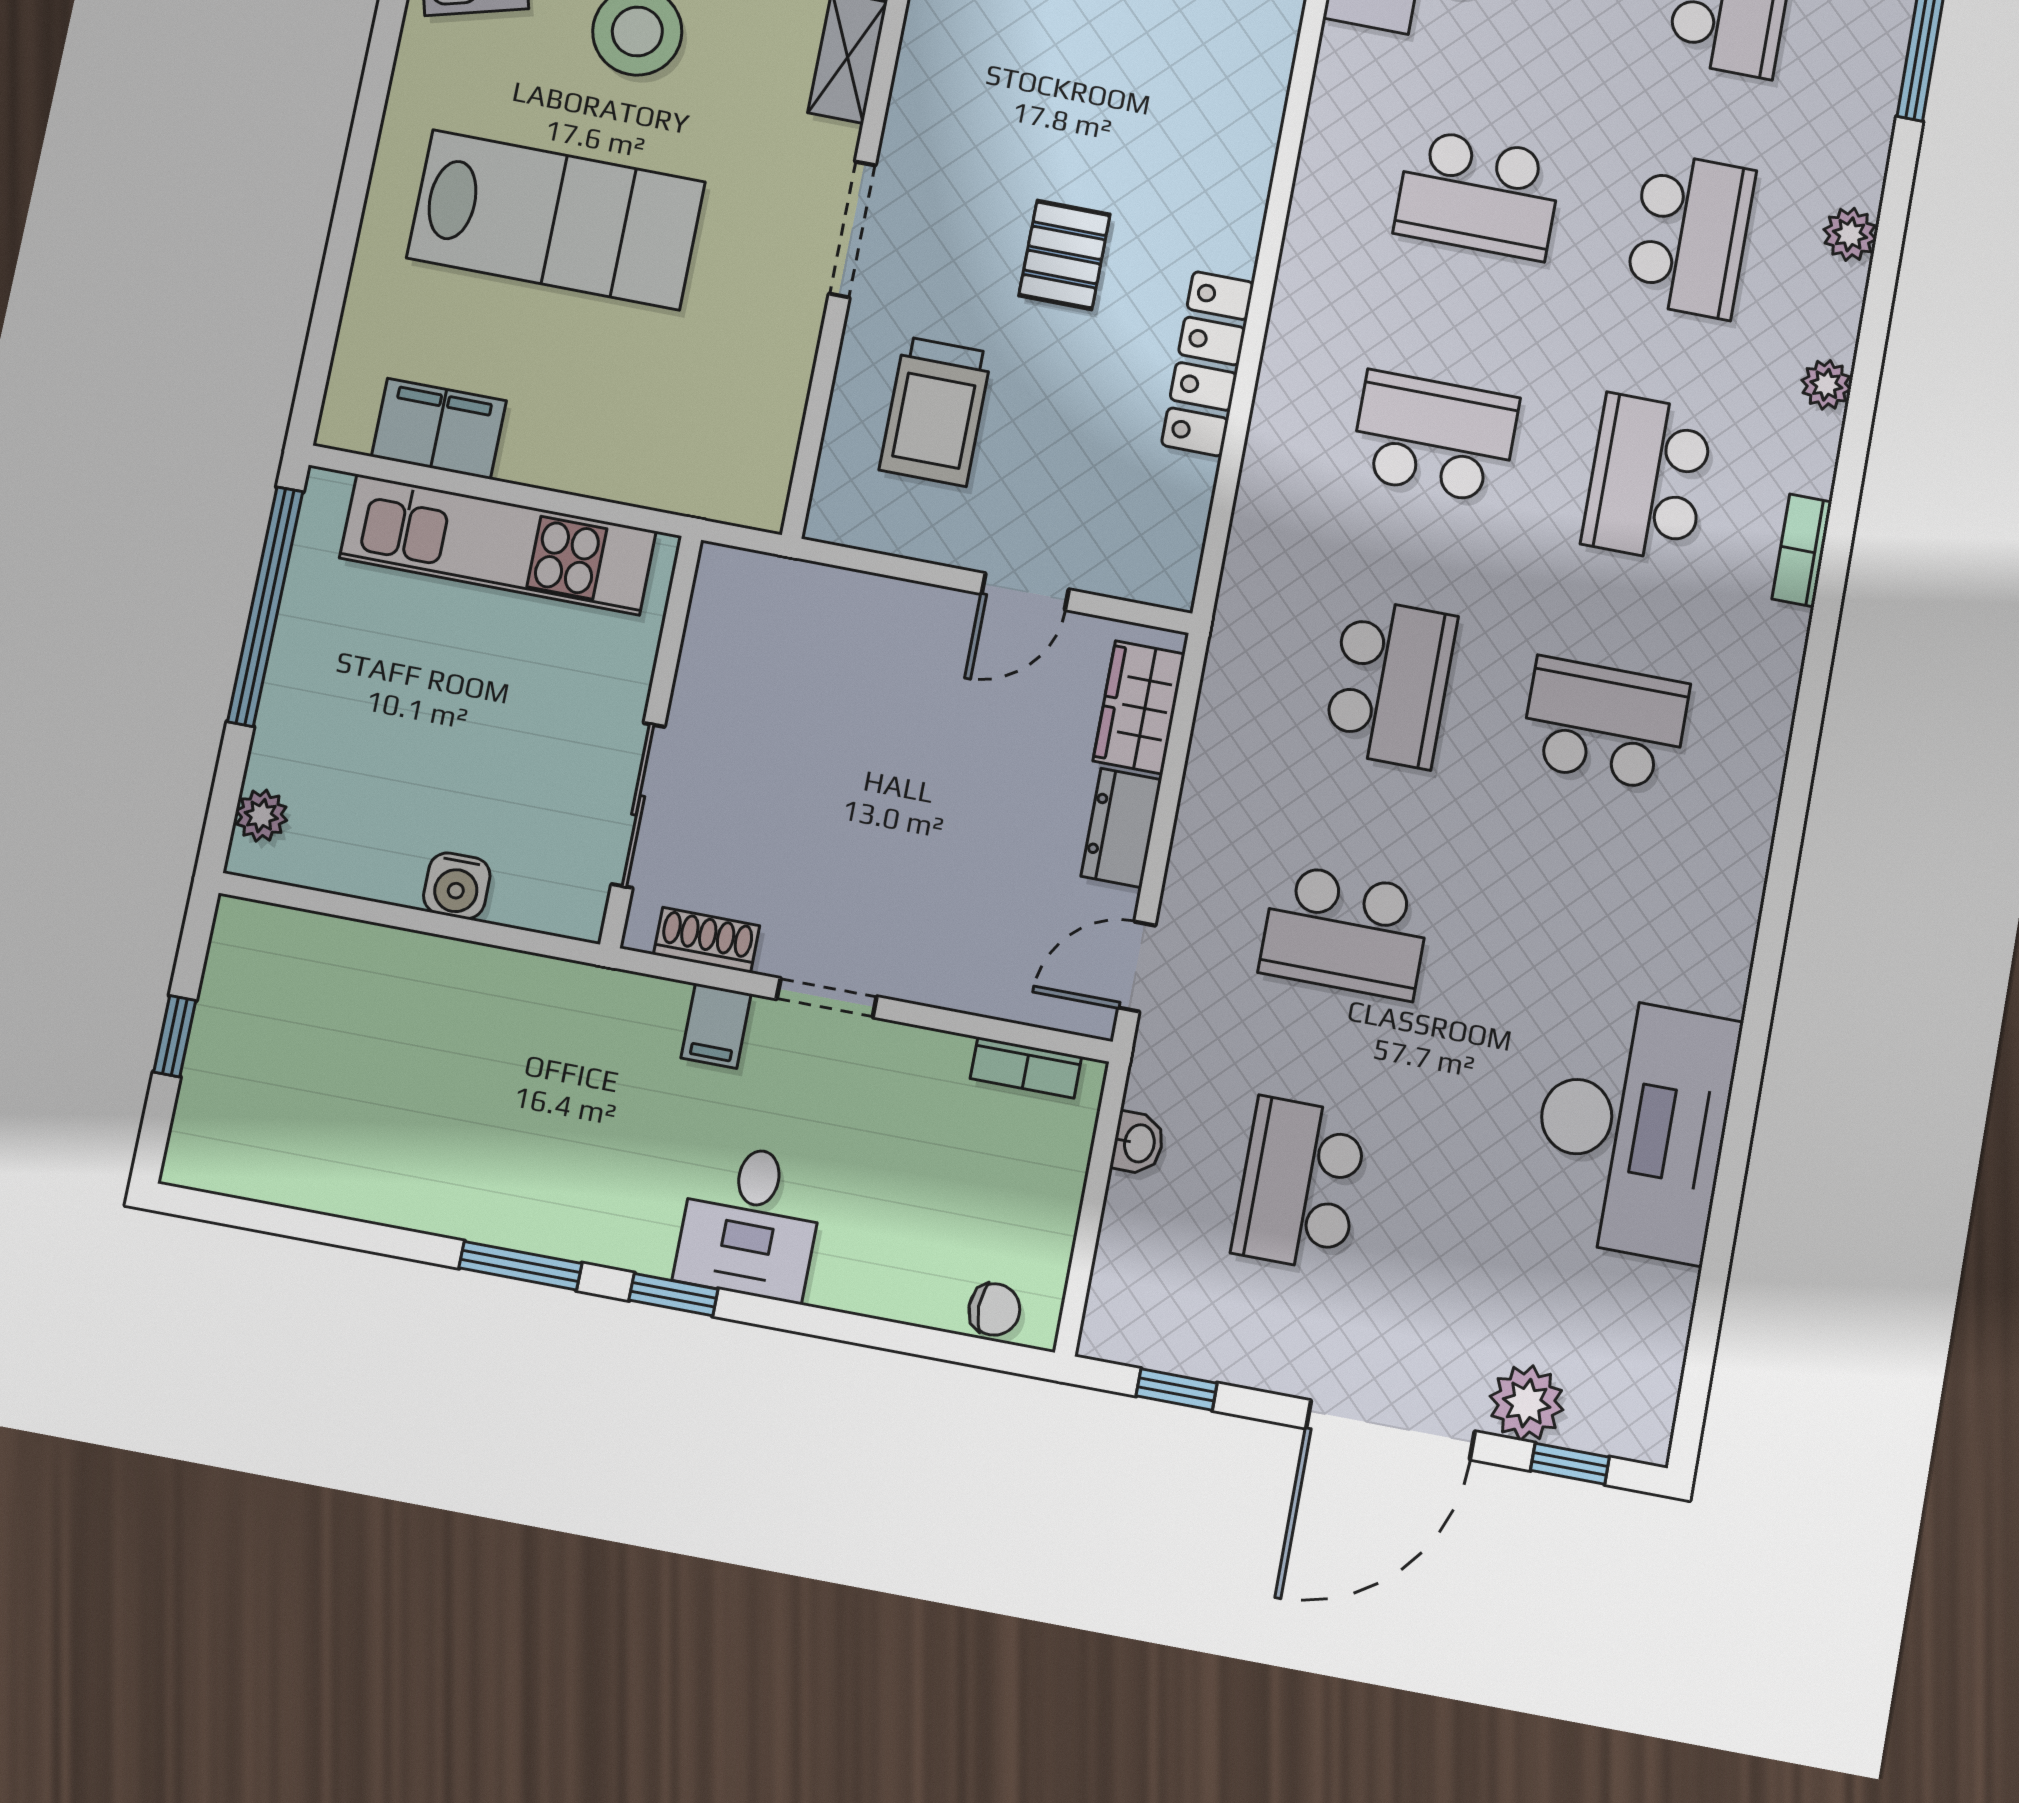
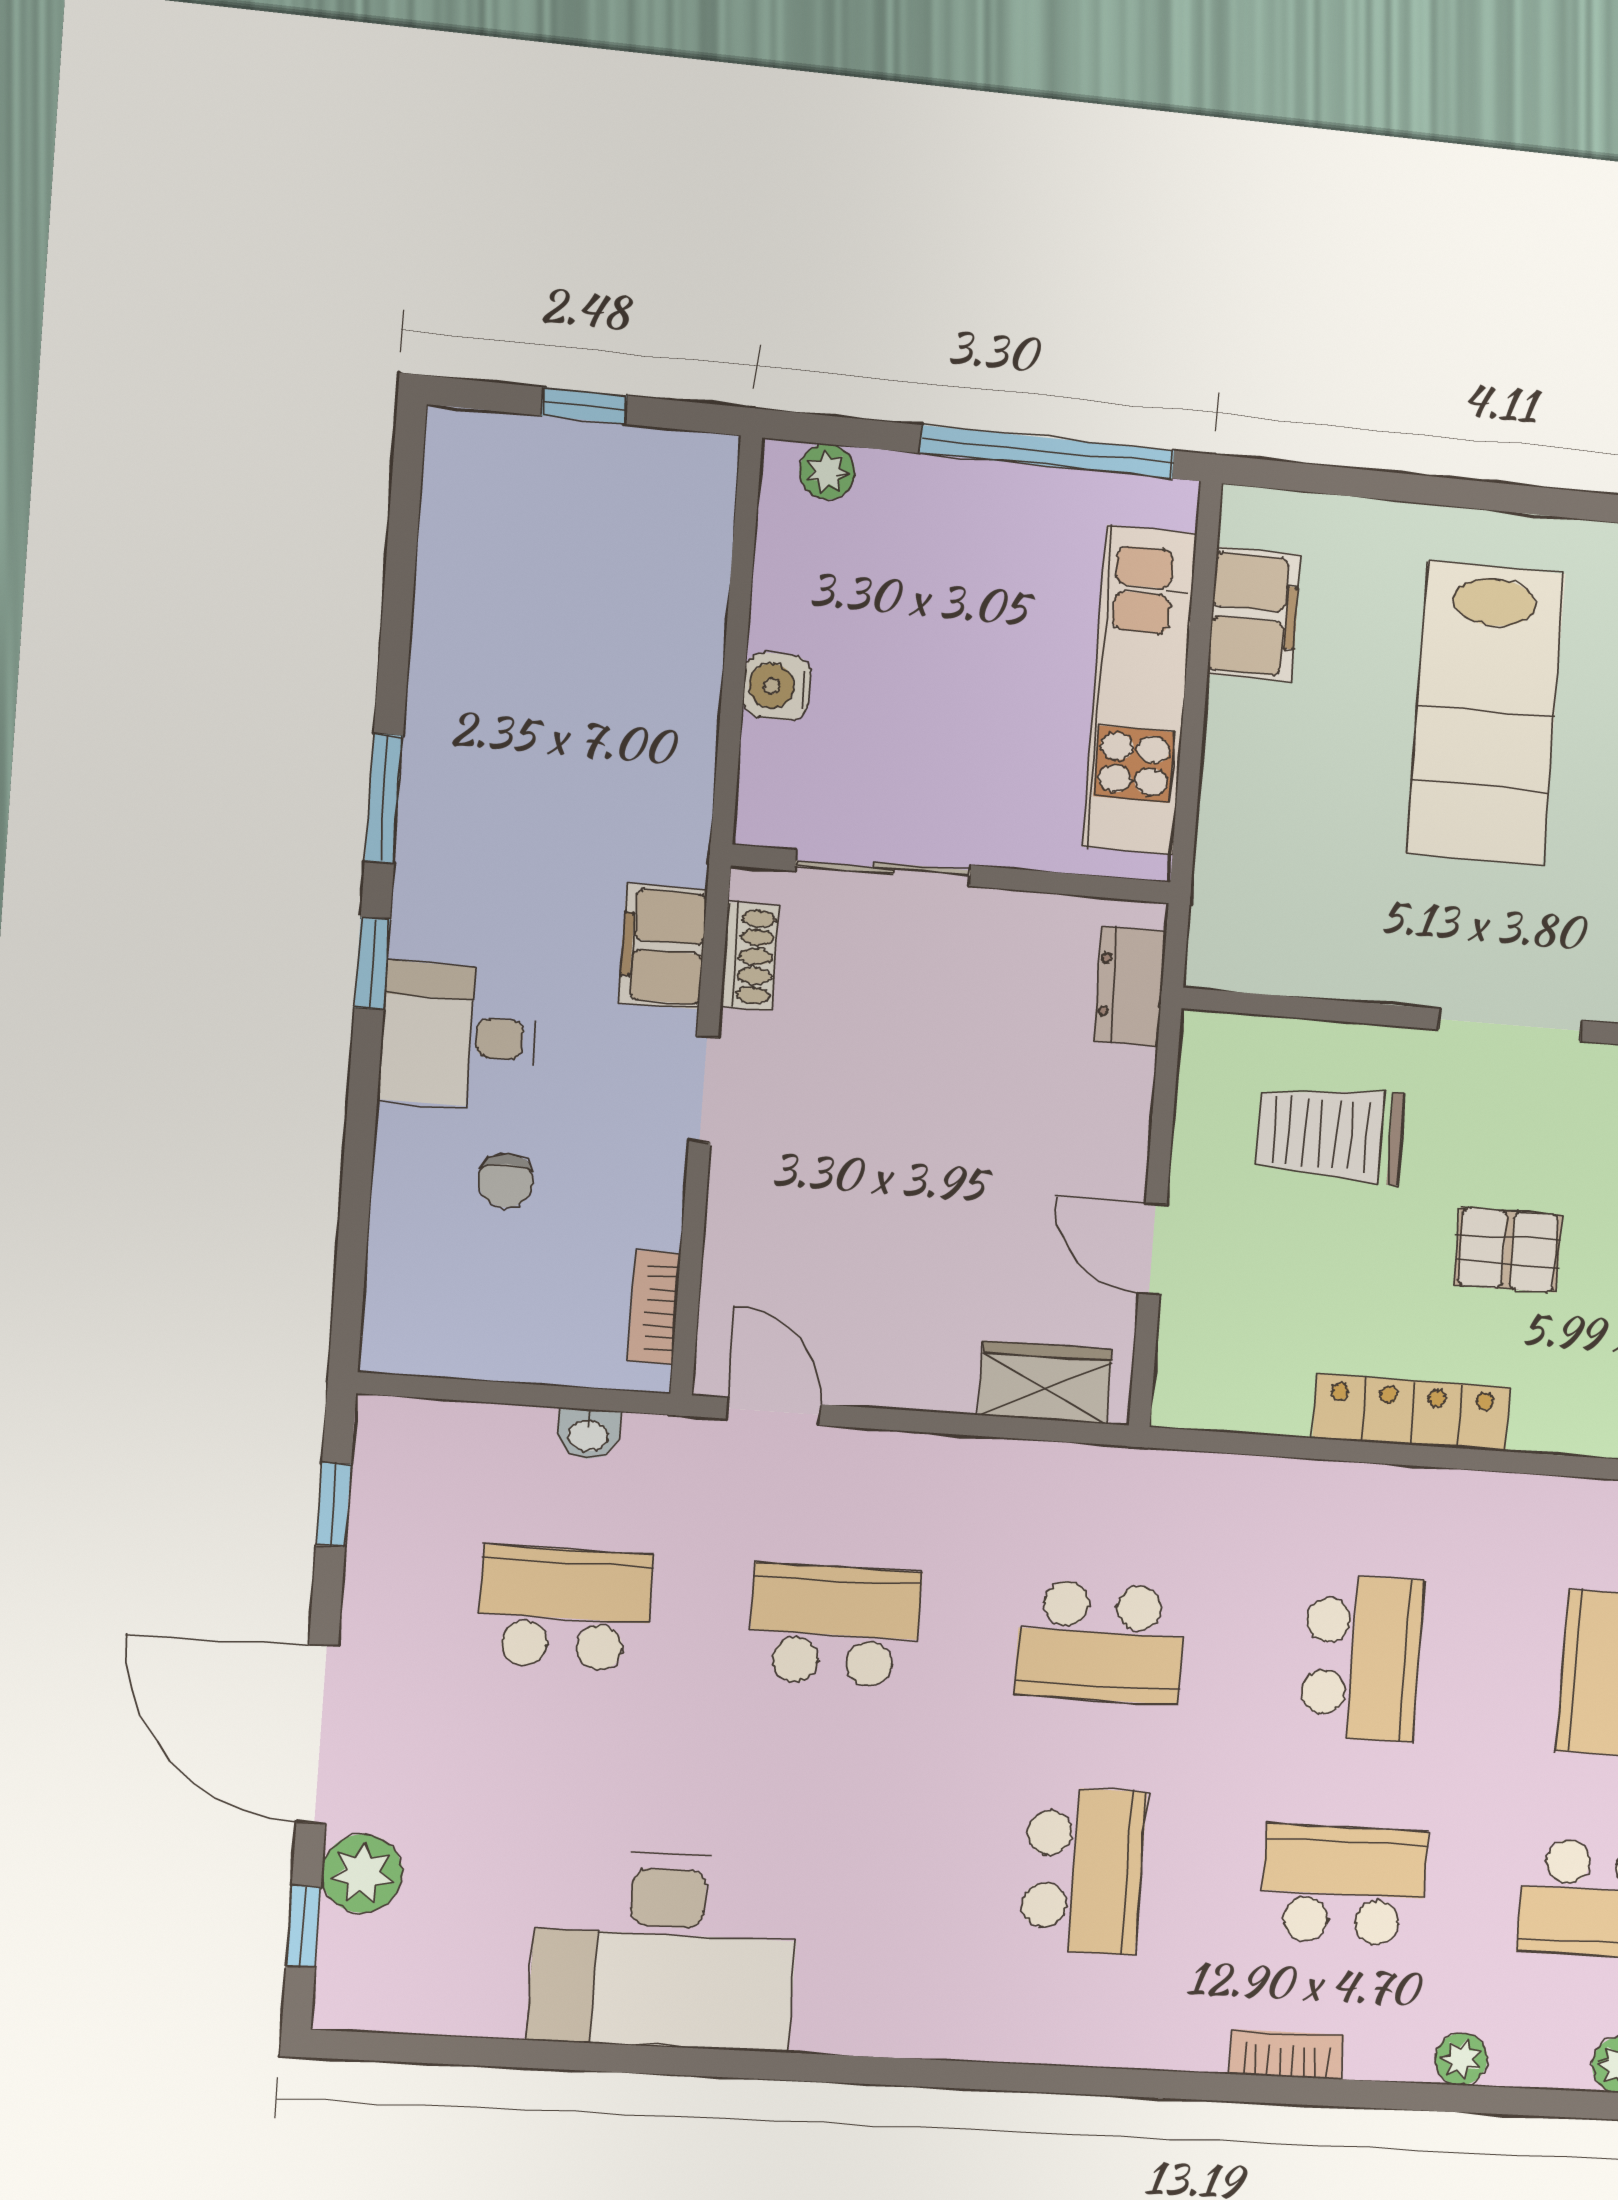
dresser: (1121, 828) -> (1130, 986), moved, turned -90
school desk: (1345, 932) -> (835, 1625), turned 90
filing cabinet: (716, 1026) -> (663, 946), width x2.00
chair: (994, 1309) -> (506, 1181), moved

